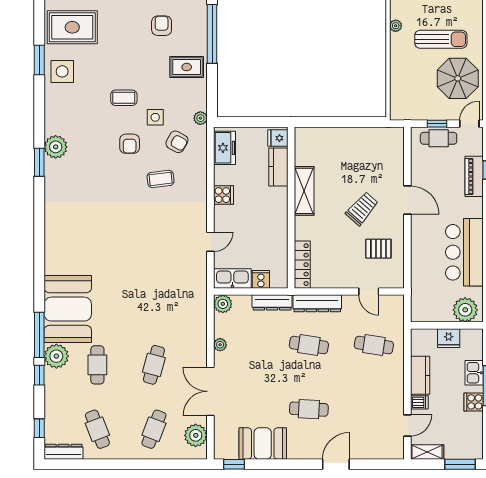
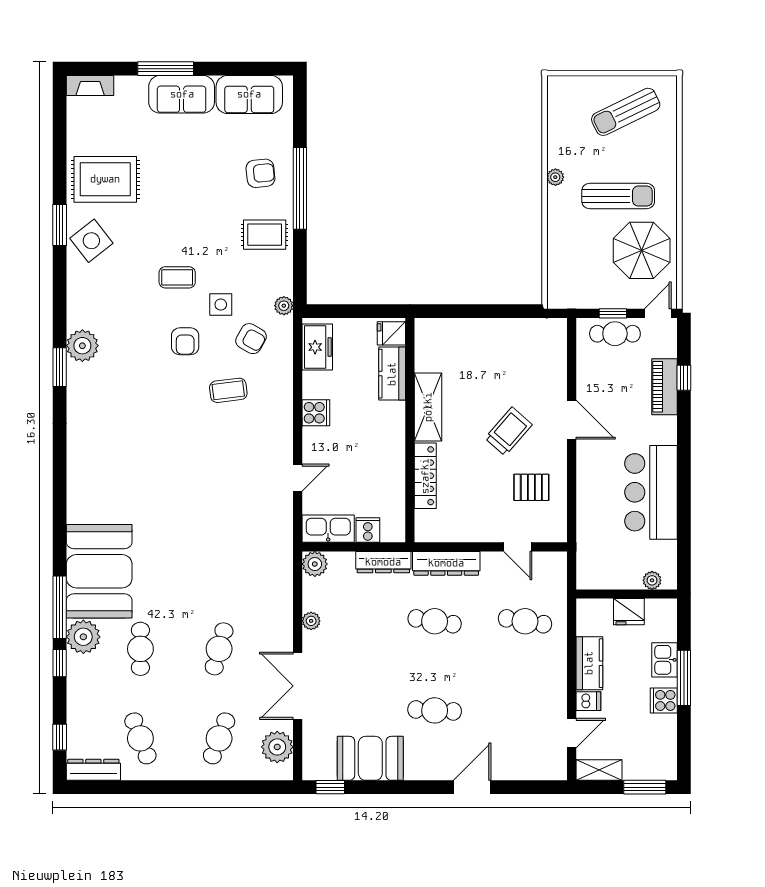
armchair: (162, 26) -> (260, 173), moved, turned 84
side table: (62, 71) -> (91, 241), turned -38
locker: (302, 265) -> (425, 476), moved
plant: (465, 310) -> (652, 580), width x0.53, depth x0.53

